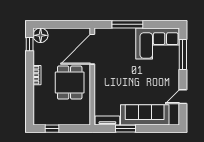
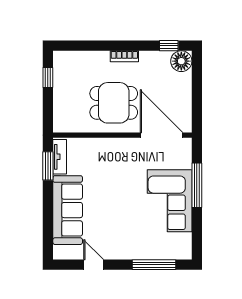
corner sofa: (158, 43) -> (170, 201), moved
window: (125, 129) -> (48, 166), moved

